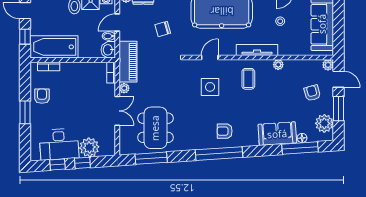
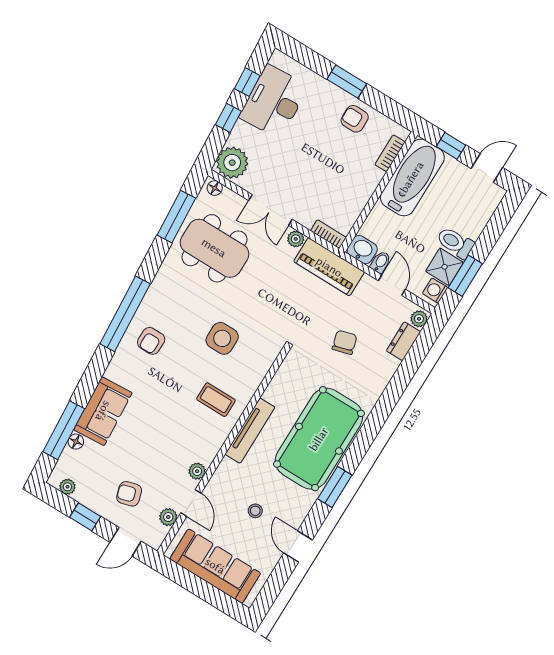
tv unit: (257, 50) -> (250, 431), moved
door: (210, 57) -> (191, 503), moved
plant: (328, 65) -> (168, 517), moved
coffee table: (248, 79) -> (216, 400), moved
side table: (210, 87) -> (222, 338), moved
armchair: (312, 93) -> (129, 494), turned 180
armchair: (42, 96) -> (355, 119), turned 180
window: (339, 109) -> (85, 517), width x0.67
plant: (324, 123) -> (67, 487), width x0.53, depth x0.53
armchair: (225, 131) -> (151, 341), turned 180
plant: (89, 147) -> (232, 163), moved
floor lamp: (124, 147) -> (215, 188), added

